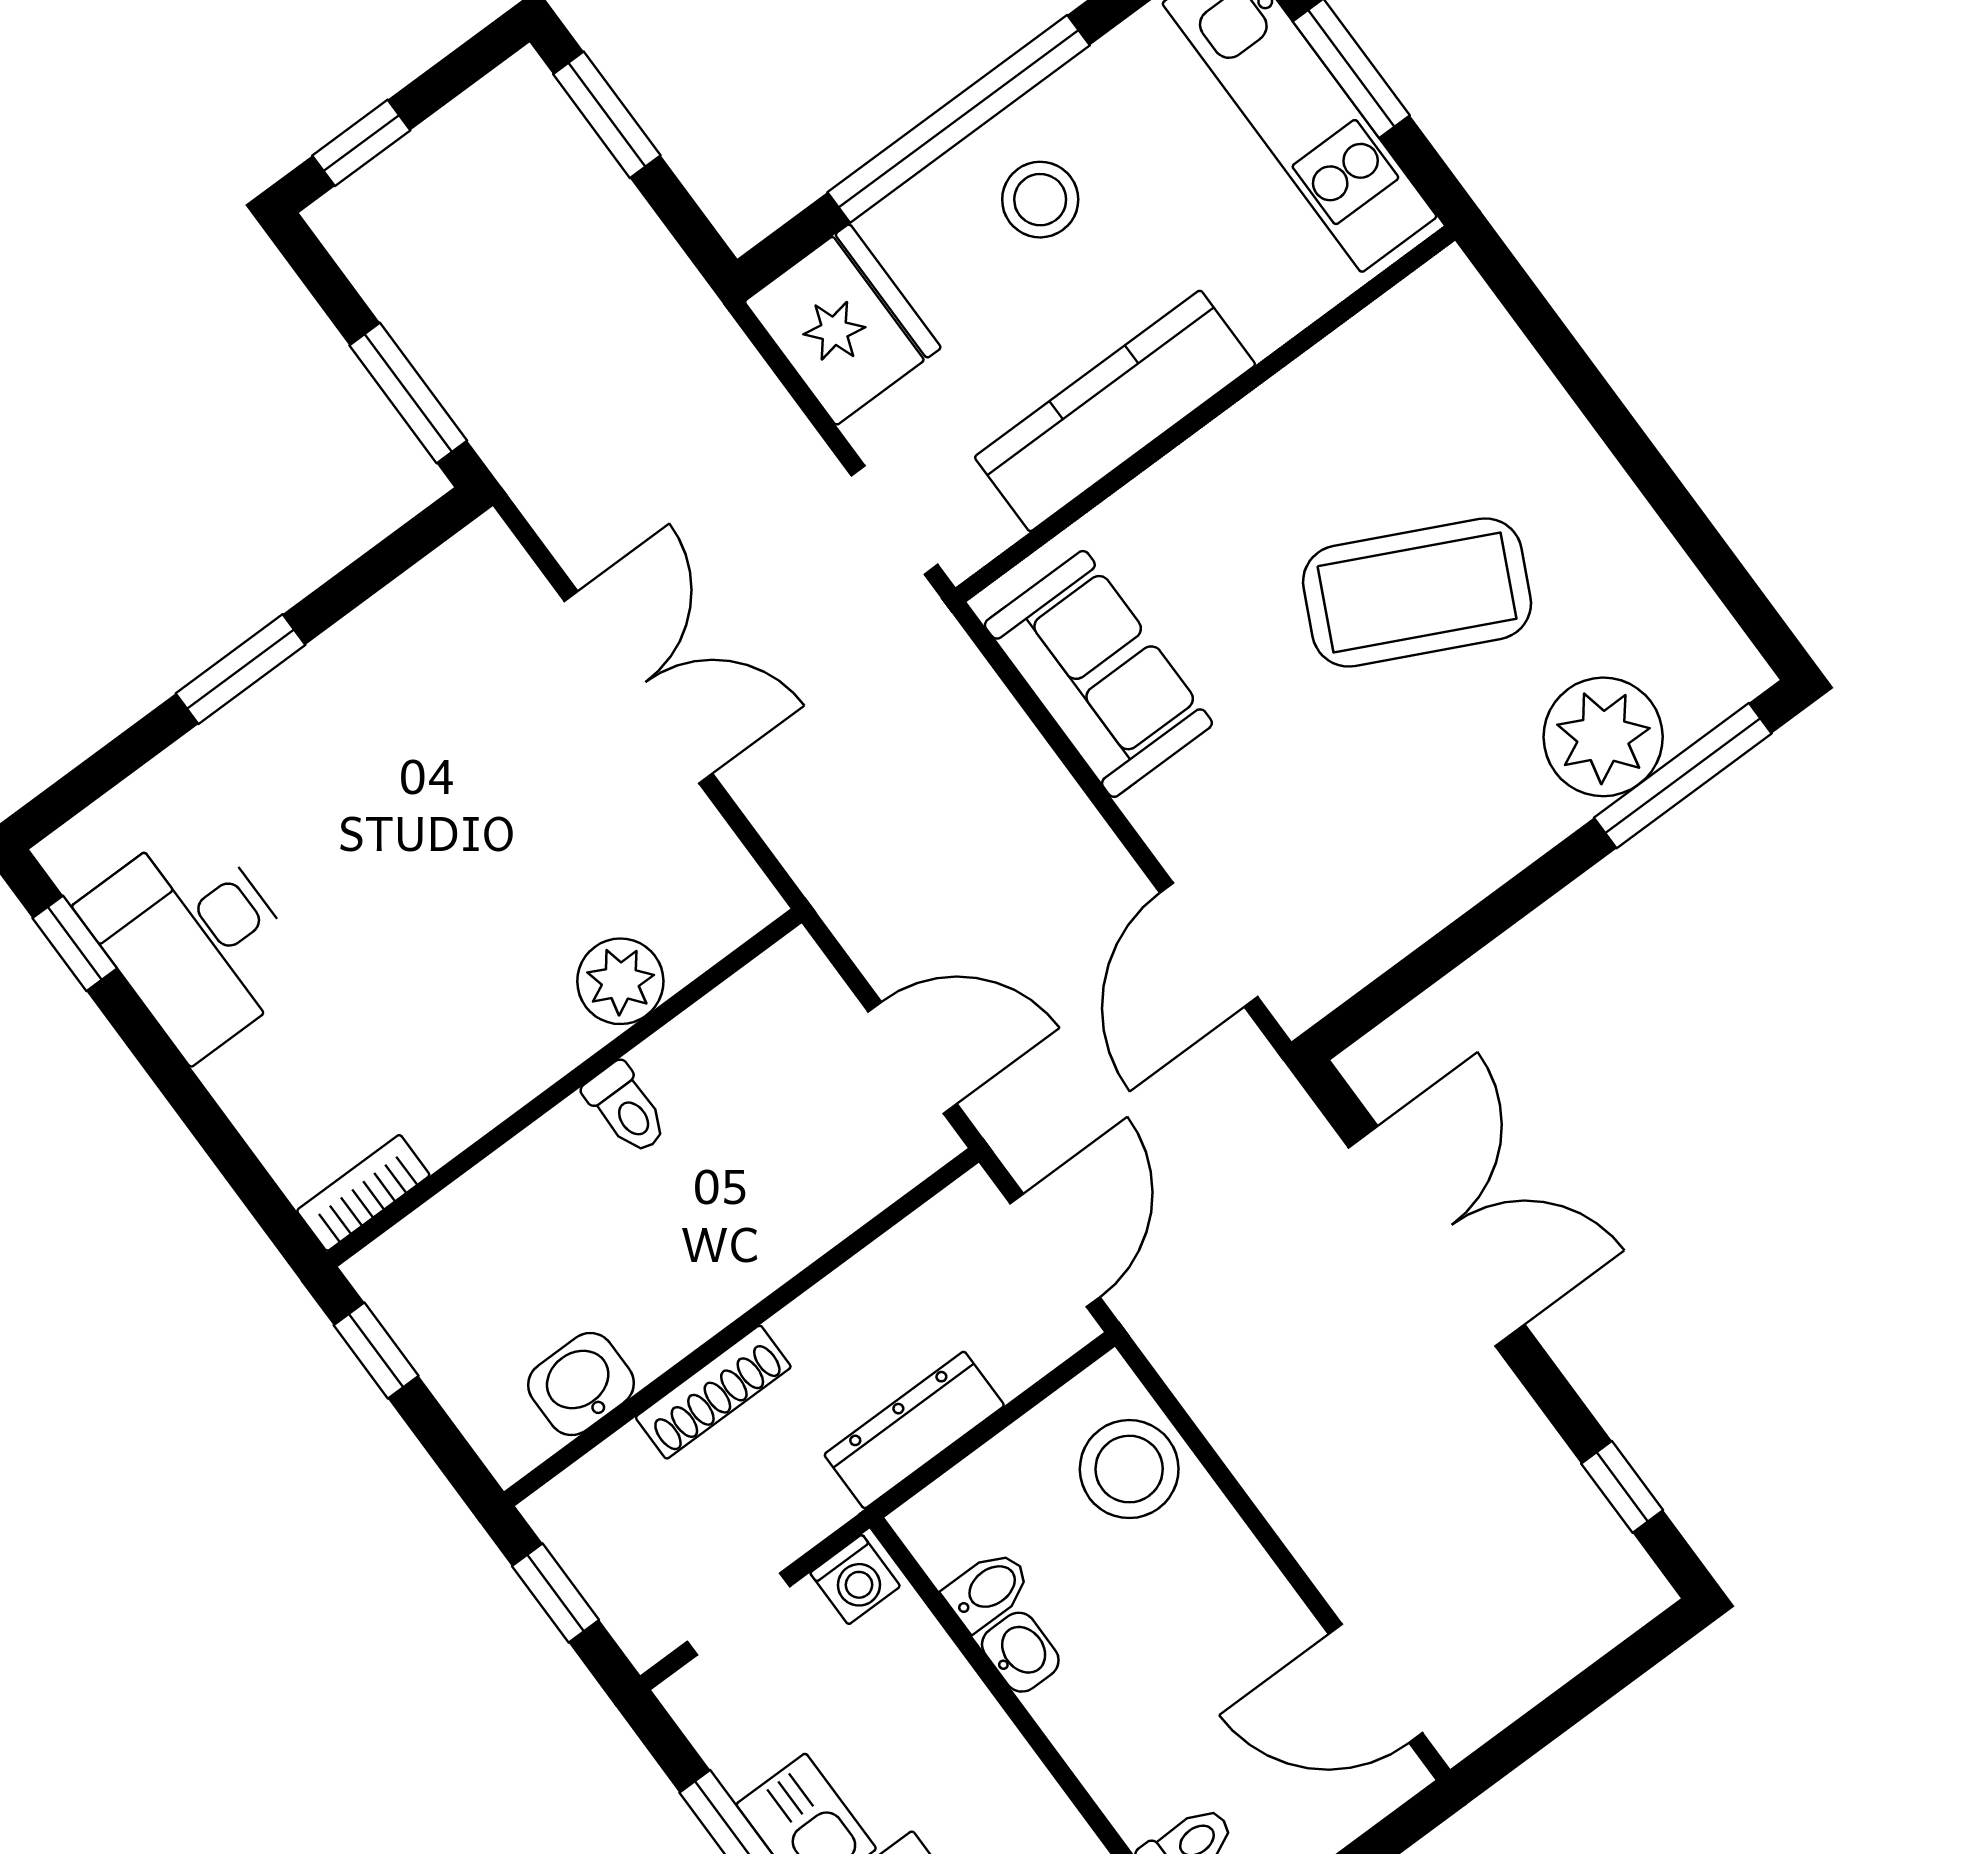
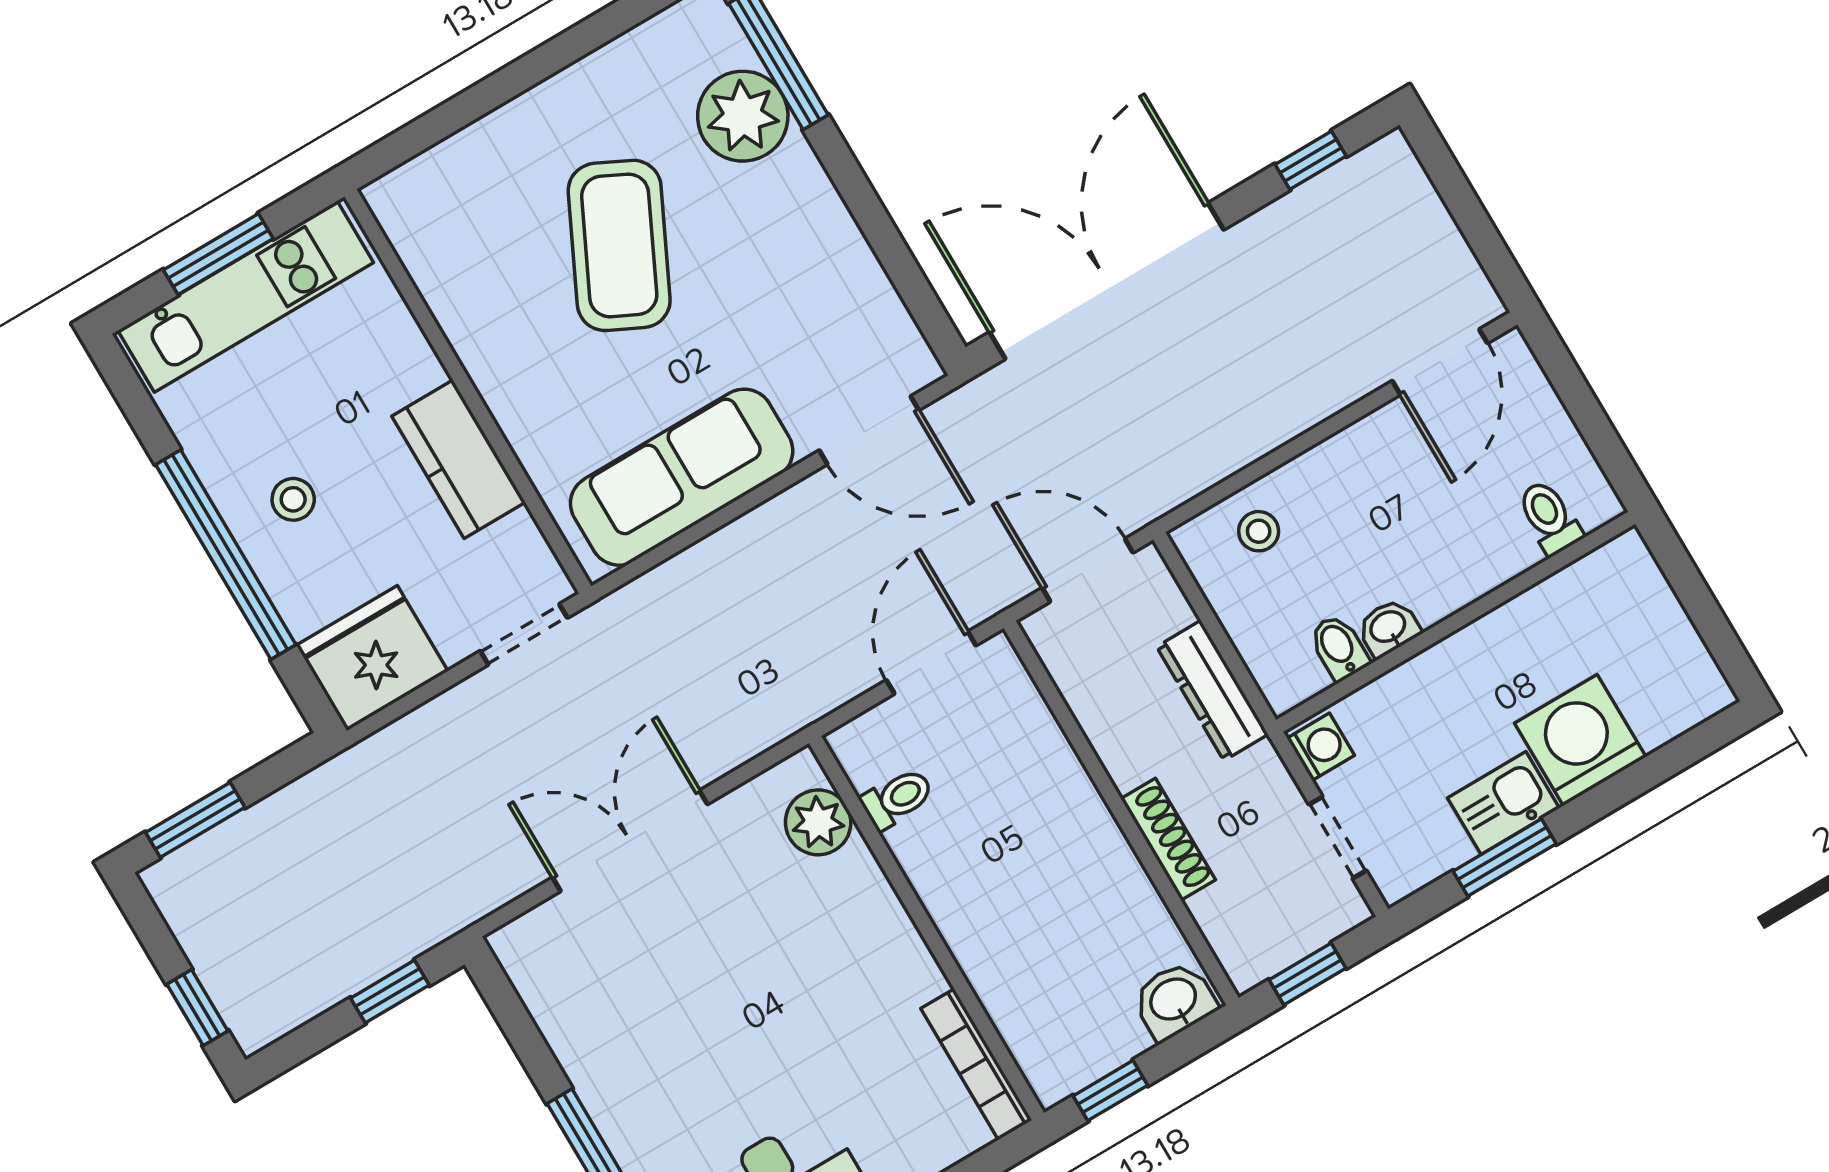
stool: (1040, 200) -> (293, 499), width x0.73, depth x0.73
window: (408, 393) -> (390, 992), width x0.67
kitchen counter: (1115, 411) -> (459, 459), width x0.67
sofa: (1098, 674) -> (682, 477), width x1.36
plant: (620, 981) -> (818, 822), moved
toilet: (626, 1108) -> (897, 798), moved
bookcase: (363, 1193) -> (976, 1064), width x1.56
double door: (1437, 1236) -> (1107, 281), width x1.36
washbasin: (581, 1384) -> (1174, 1001), moved, turned 90
stool: (1129, 1469) -> (1259, 531), width x0.53, depth x0.53

